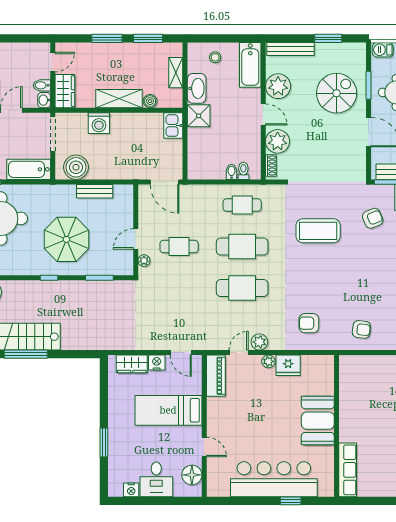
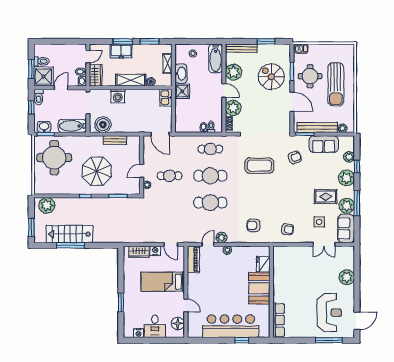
freezer: (104, 53) -> (121, 51), added
spiral stairs: (337, 93) -> (271, 77), turned -90
fridge: (288, 365) -> (263, 264), moved, turned 90

